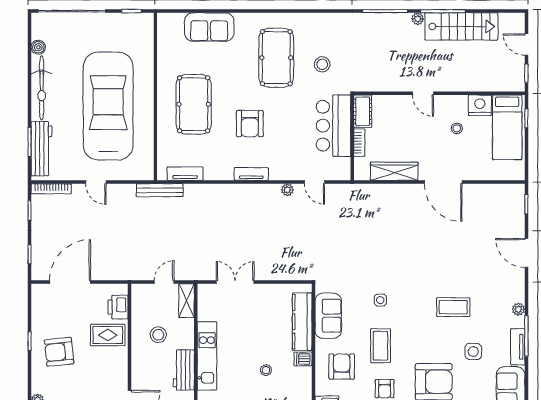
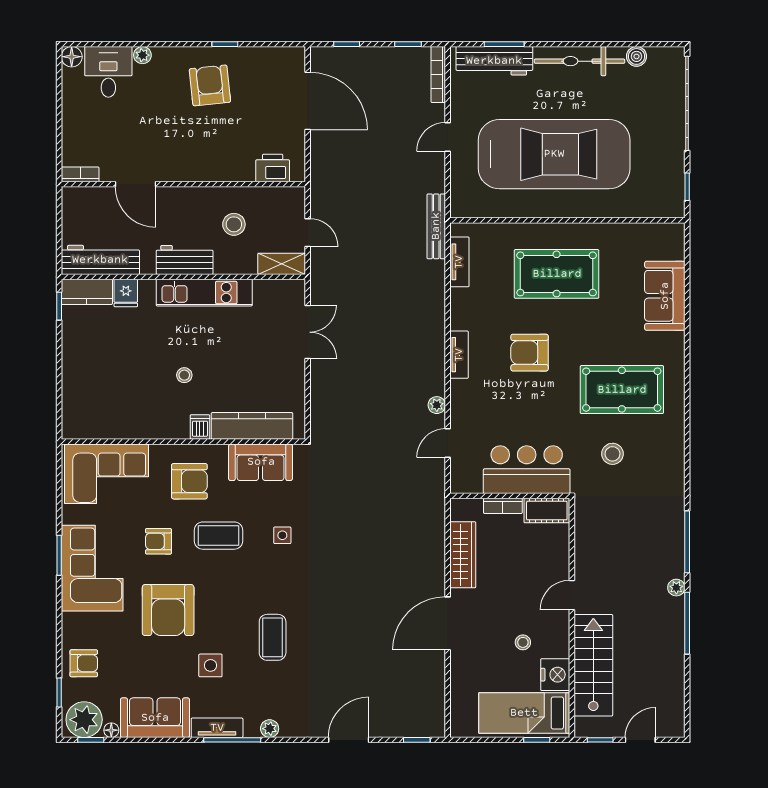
stairs: (461, 26) -> (593, 665), moved, turned 180
rug: (108, 335) -> (233, 154), removed

